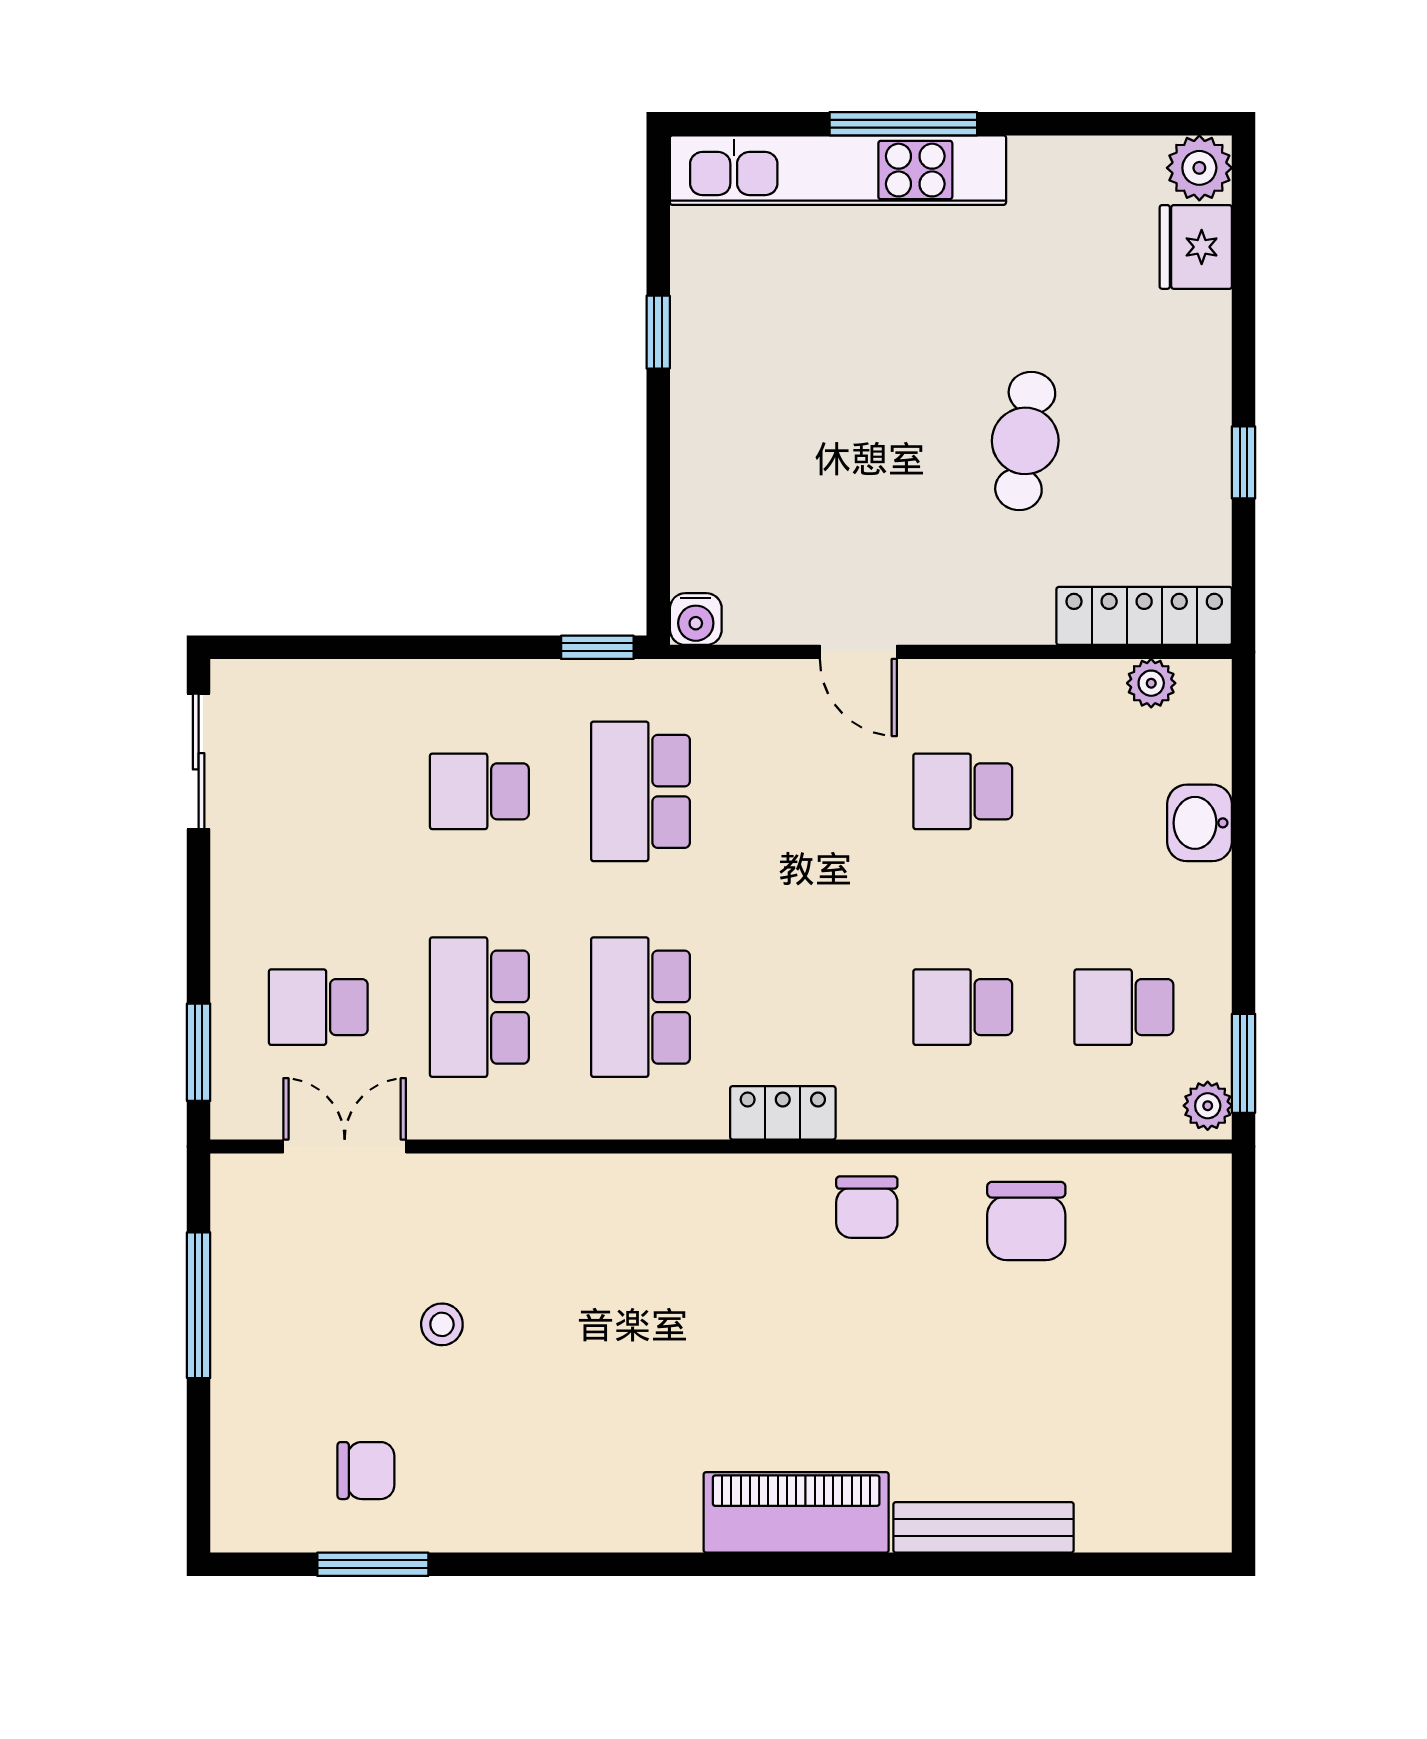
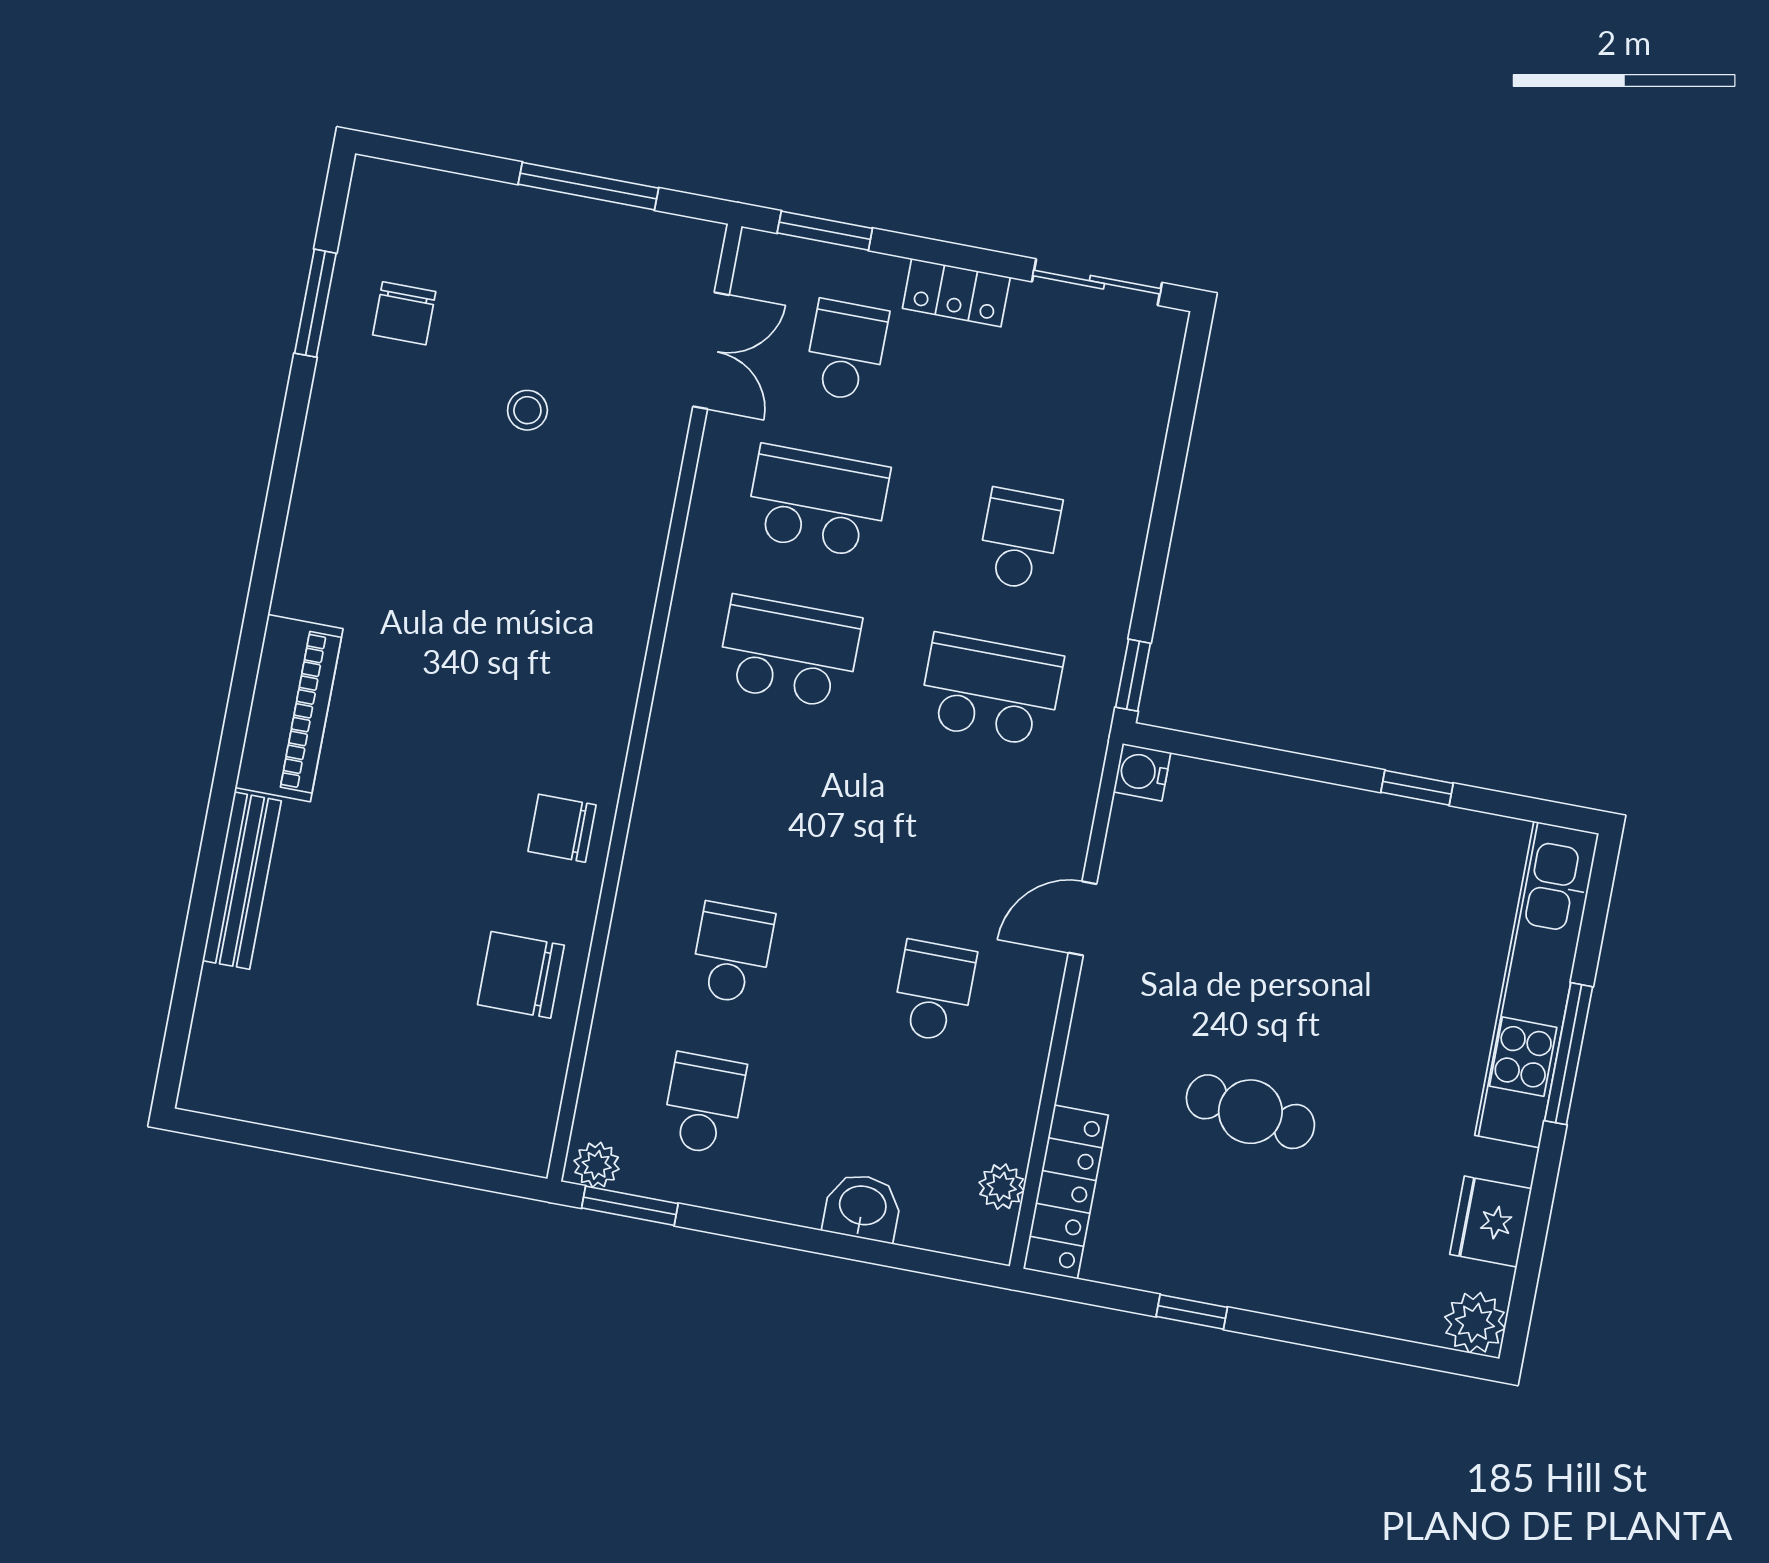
fridge: (1196, 247) -> (1491, 1222), moved, turned -90
locker: (783, 1113) -> (956, 293), moved, turned 90

